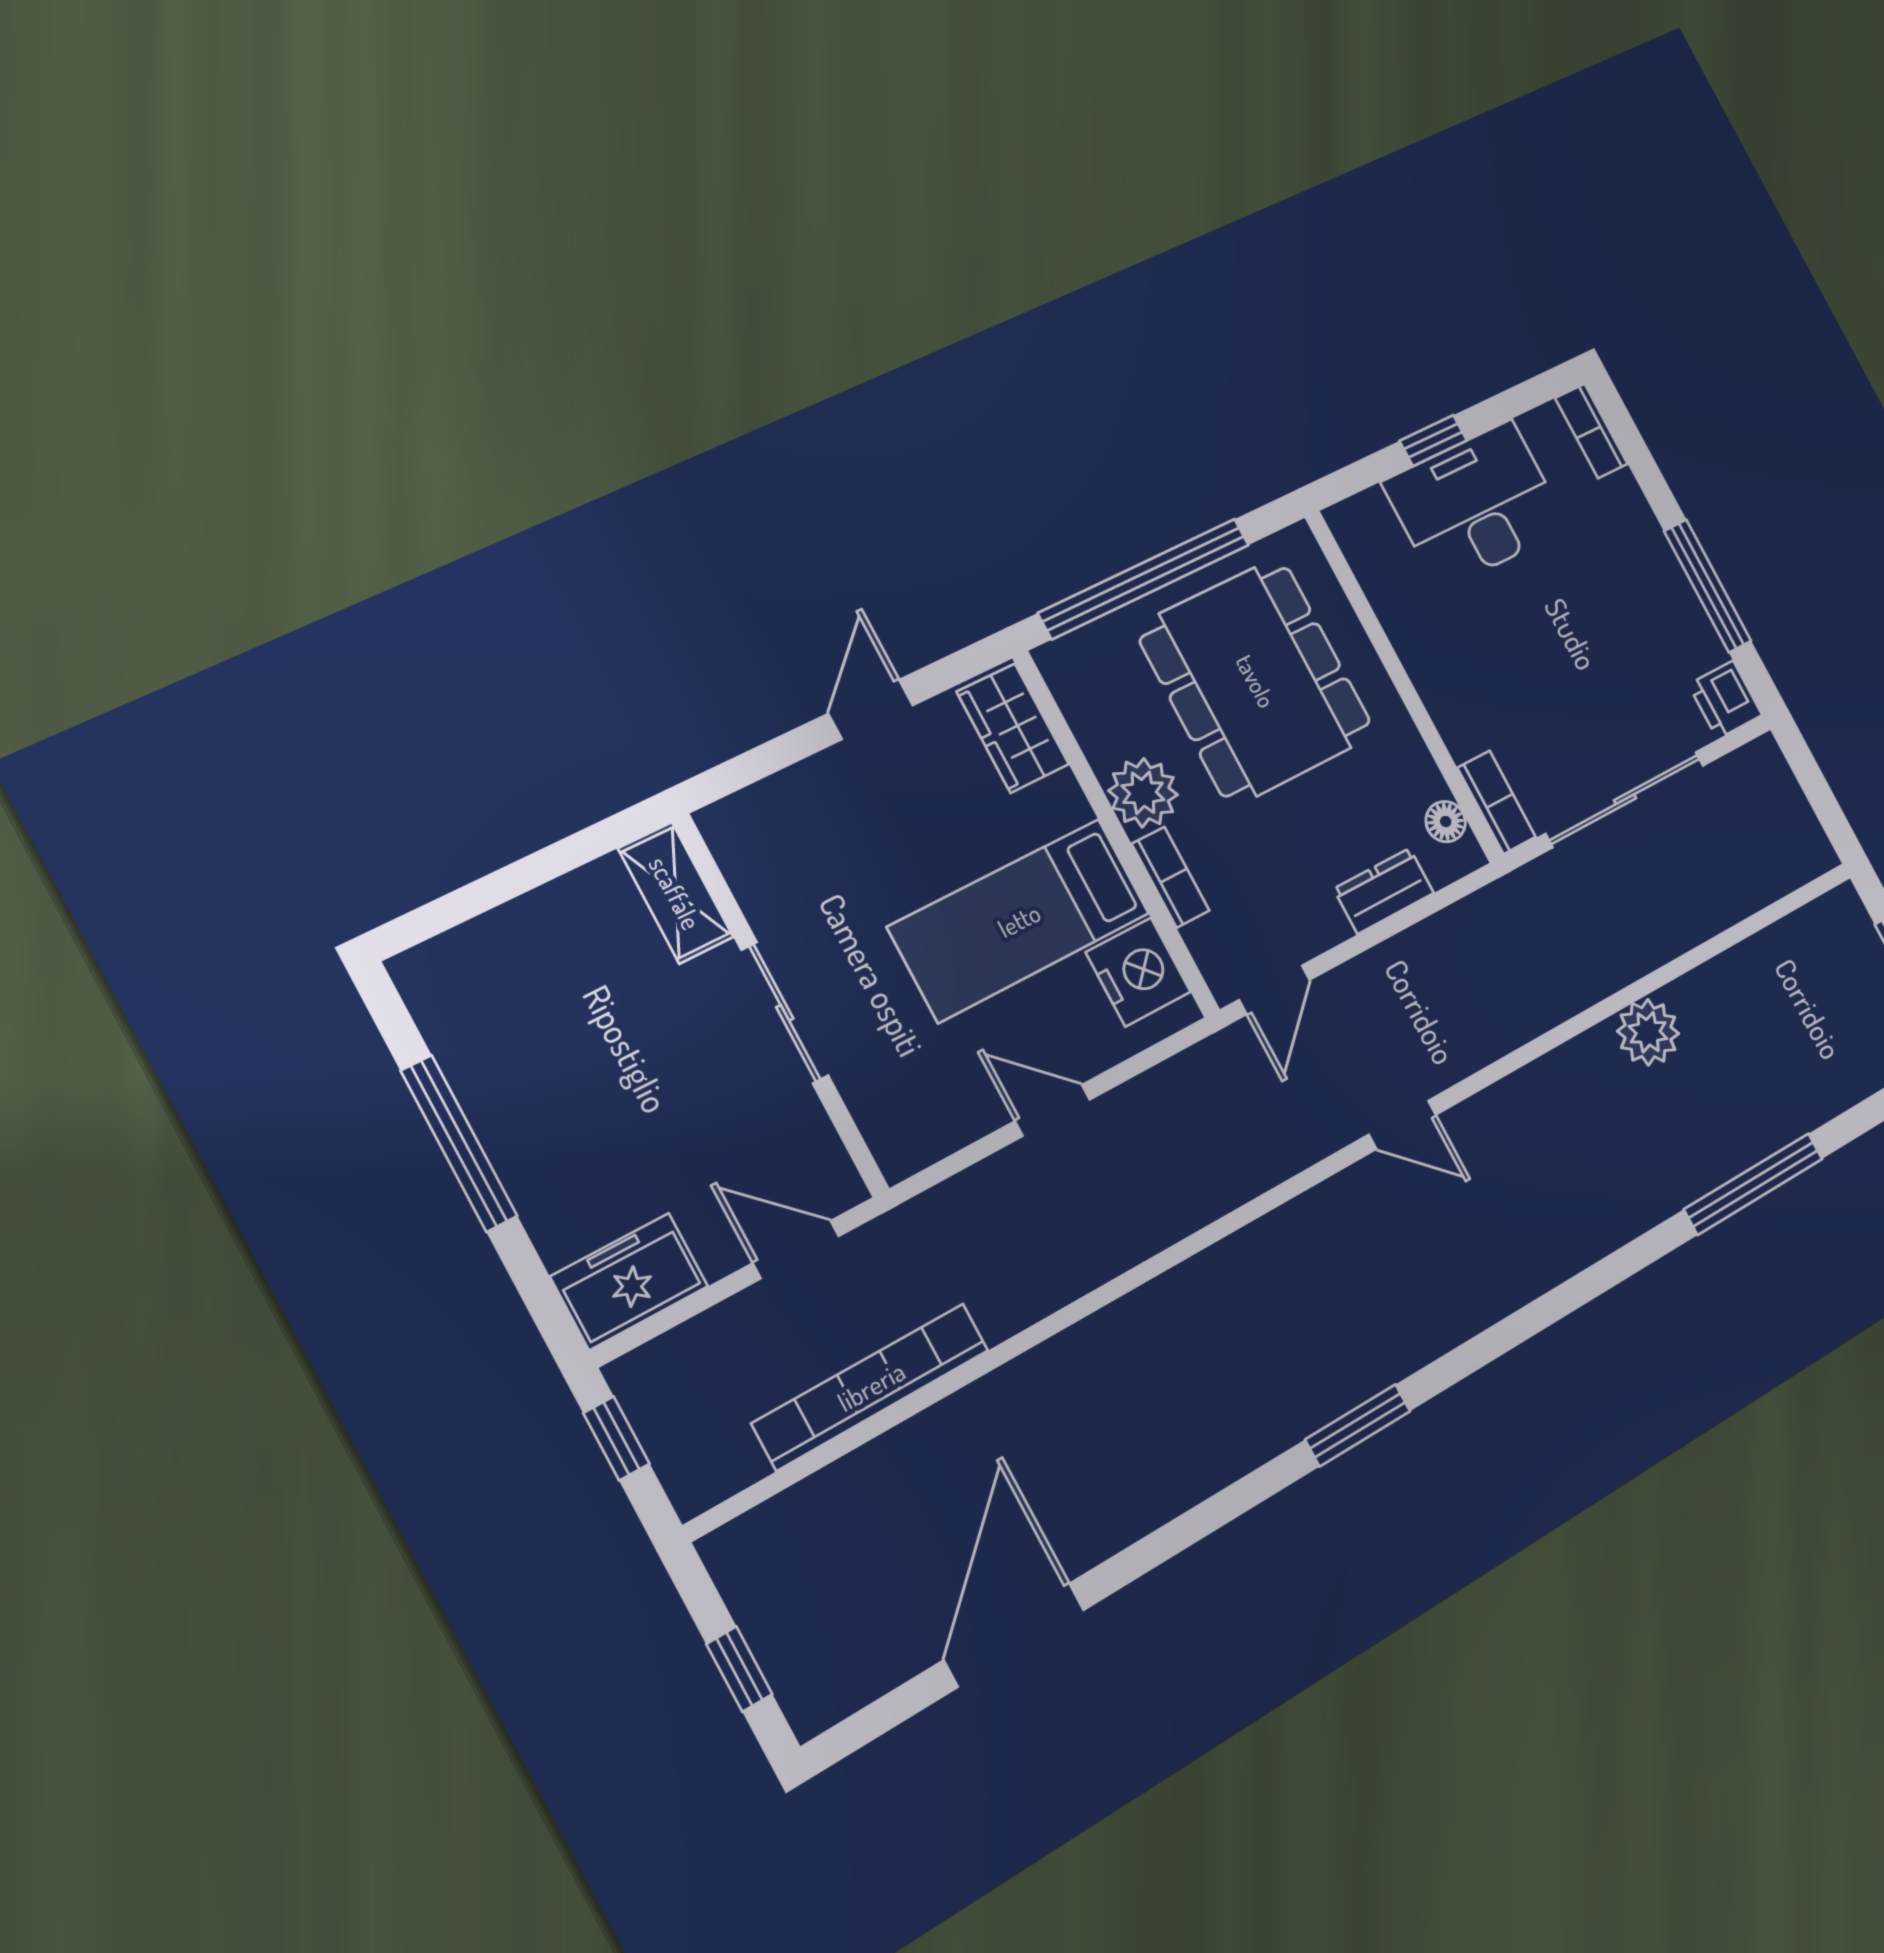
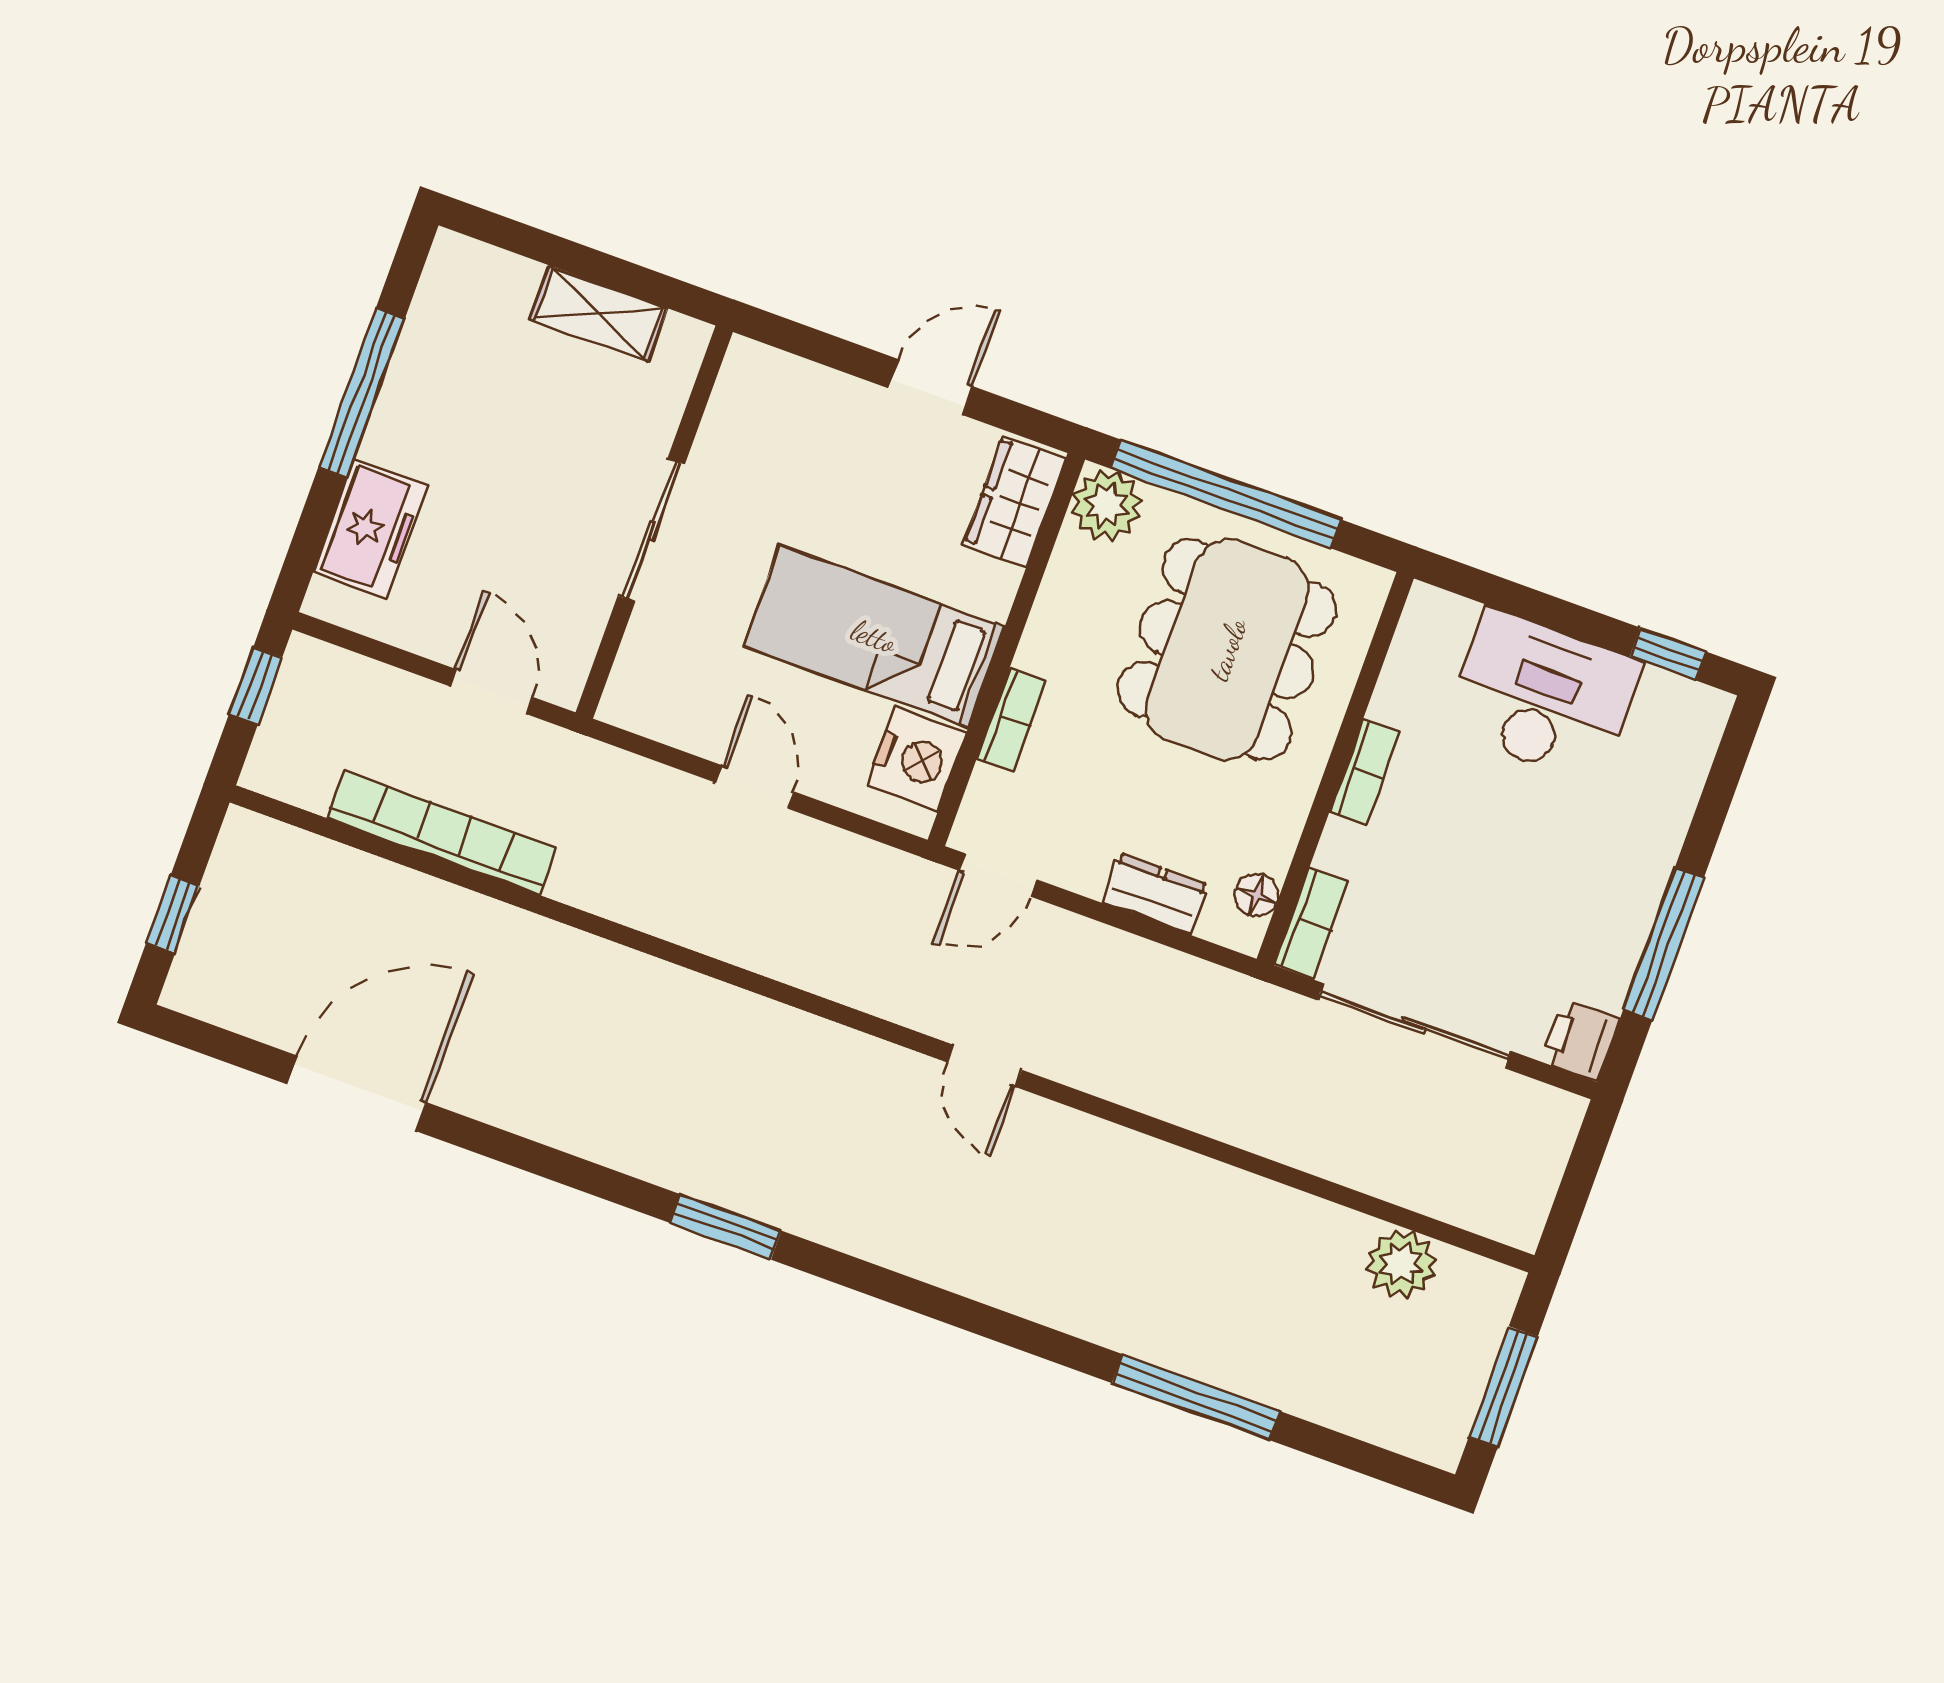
bookcase: (1591, 431) -> (1365, 773), moved, turned 180
window: (1433, 441) -> (1668, 654), moved
plant: (1143, 793) -> (1106, 505), moved
shelving: (676, 893) -> (599, 313), moved, turned 90
plant: (1648, 1032) -> (1401, 1264), moved
freezer: (629, 1281) -> (371, 529), moved, turned 90

